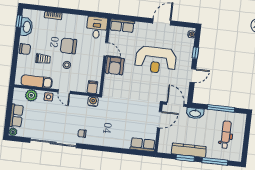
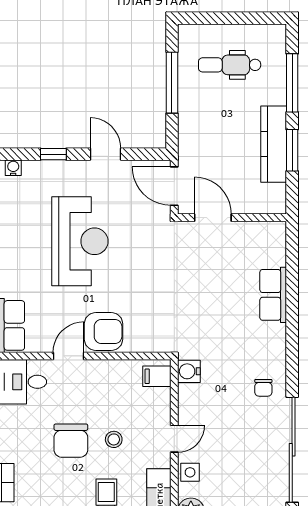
door: (175, 104) -> (174, 186), hinge flipped
washbasin: (195, 113) -> (189, 139), removed
row of seats: (143, 145) -> (273, 295), moved

